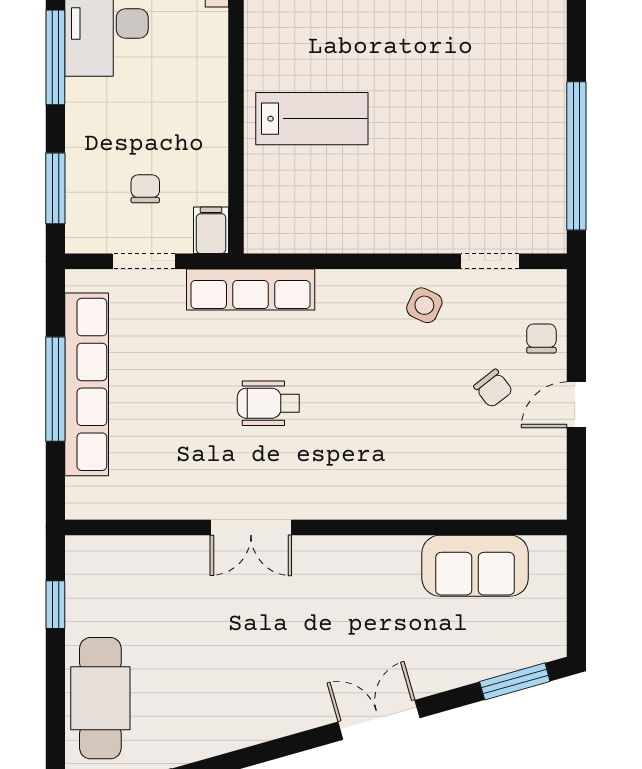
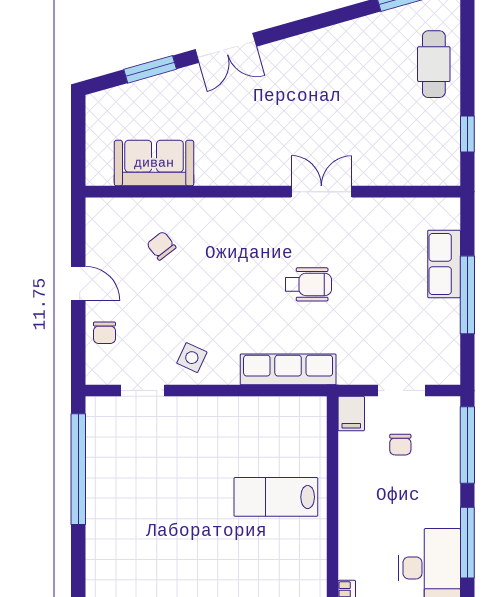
window: (55, 188) -> (467, 445), width x1.44
row of seats: (251, 290) -> (288, 369), moved
row of seats: (87, 384) -> (444, 264), width x0.50
chair: (493, 389) -> (161, 246), moved
door: (576, 405) -> (78, 283), hinge flipped
window: (515, 681) -> (150, 69), moved
cafe table: (100, 698) -> (434, 64), width x0.73, depth x0.74

